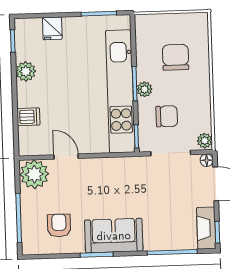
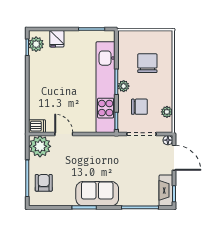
plant: (26, 71) -> (36, 44), moved
dishwasher: (28, 117) -> (37, 126), moved
plant: (205, 141) -> (167, 112), moved
armchair: (59, 225) -> (44, 183), moved

